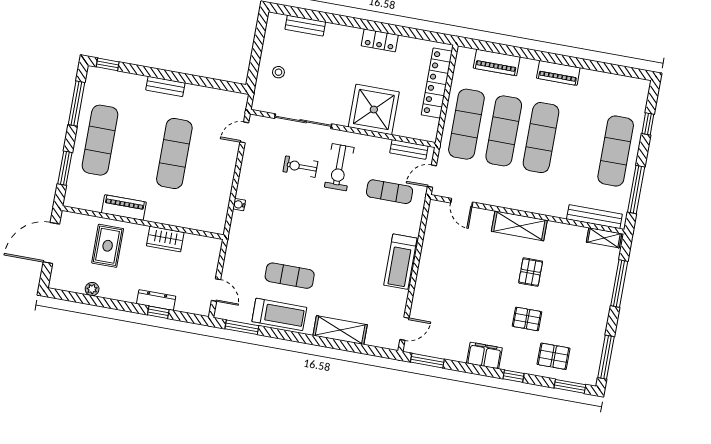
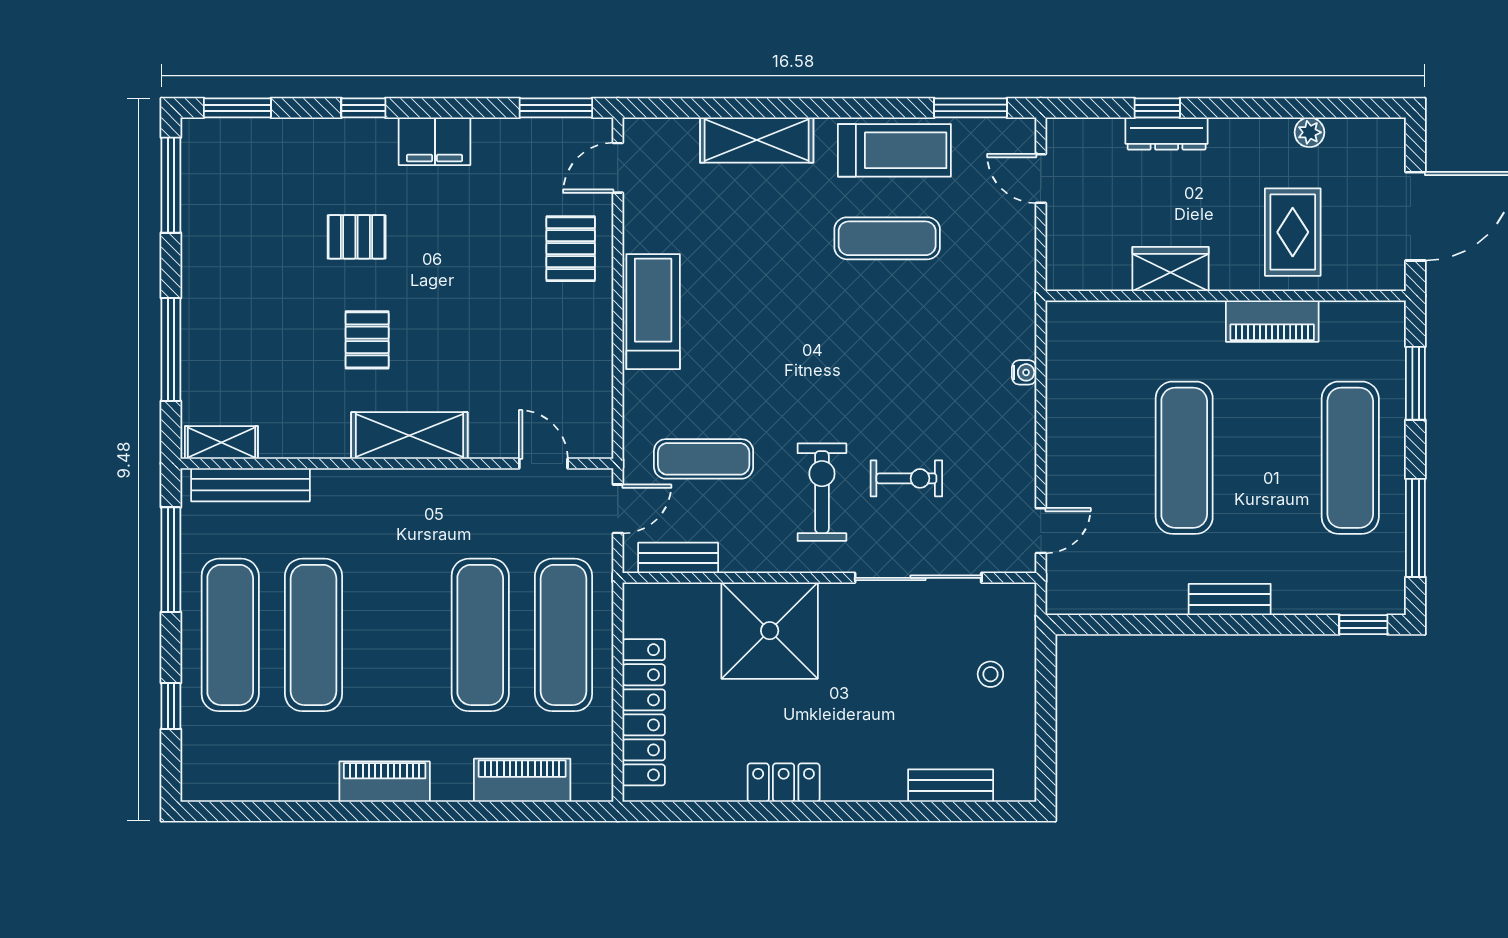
exercise mat: (541, 138) -> (314, 635), moved
treadmill: (279, 314) -> (894, 150), turned 180
pallet: (553, 356) -> (571, 249), moved, turned 90

